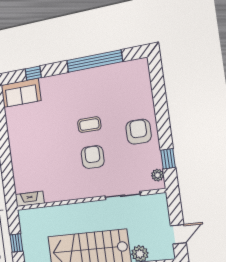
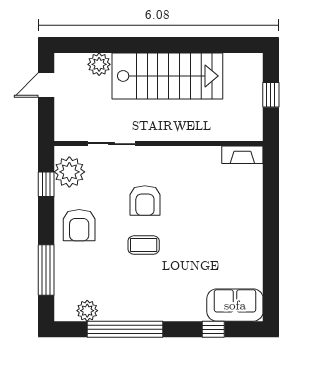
plant: (124, 69) -> (87, 311), added
window: (159, 94) -> (46, 270), added
plant: (158, 175) -> (69, 172), width x1.87, depth x1.87

